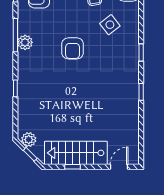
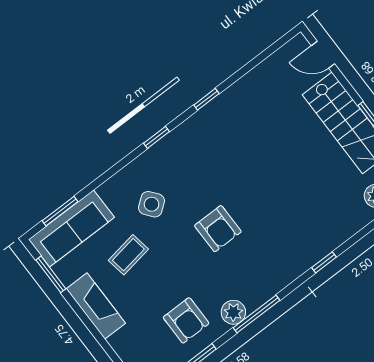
plant: (25, 42) -> (233, 312), moved
armchair: (73, 48) -> (218, 229), turned 90

